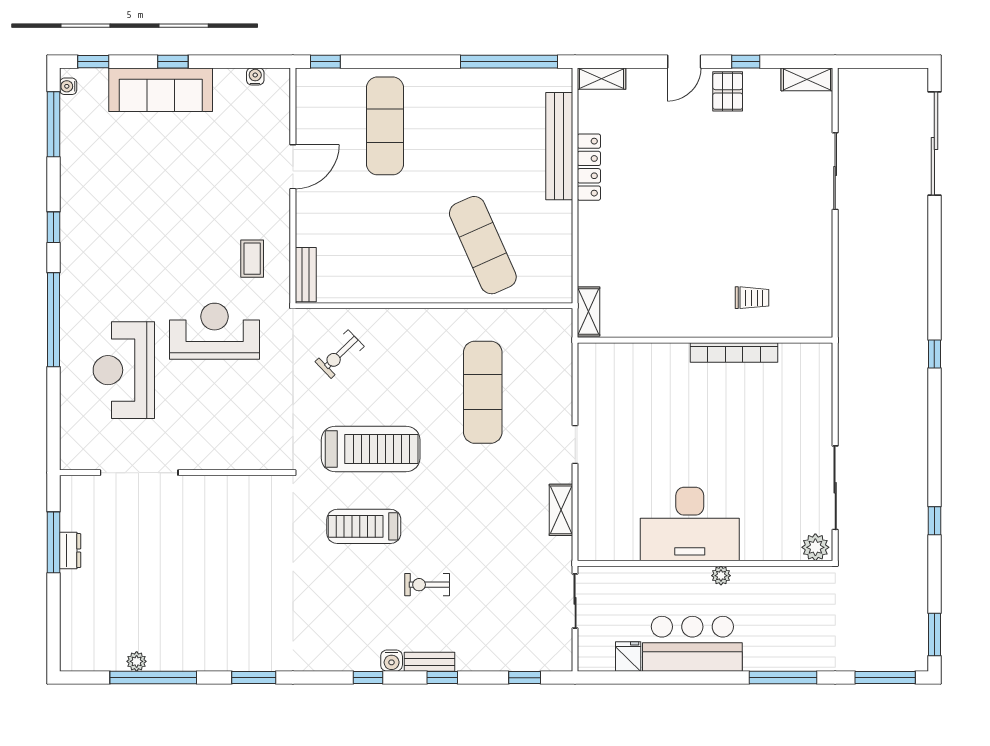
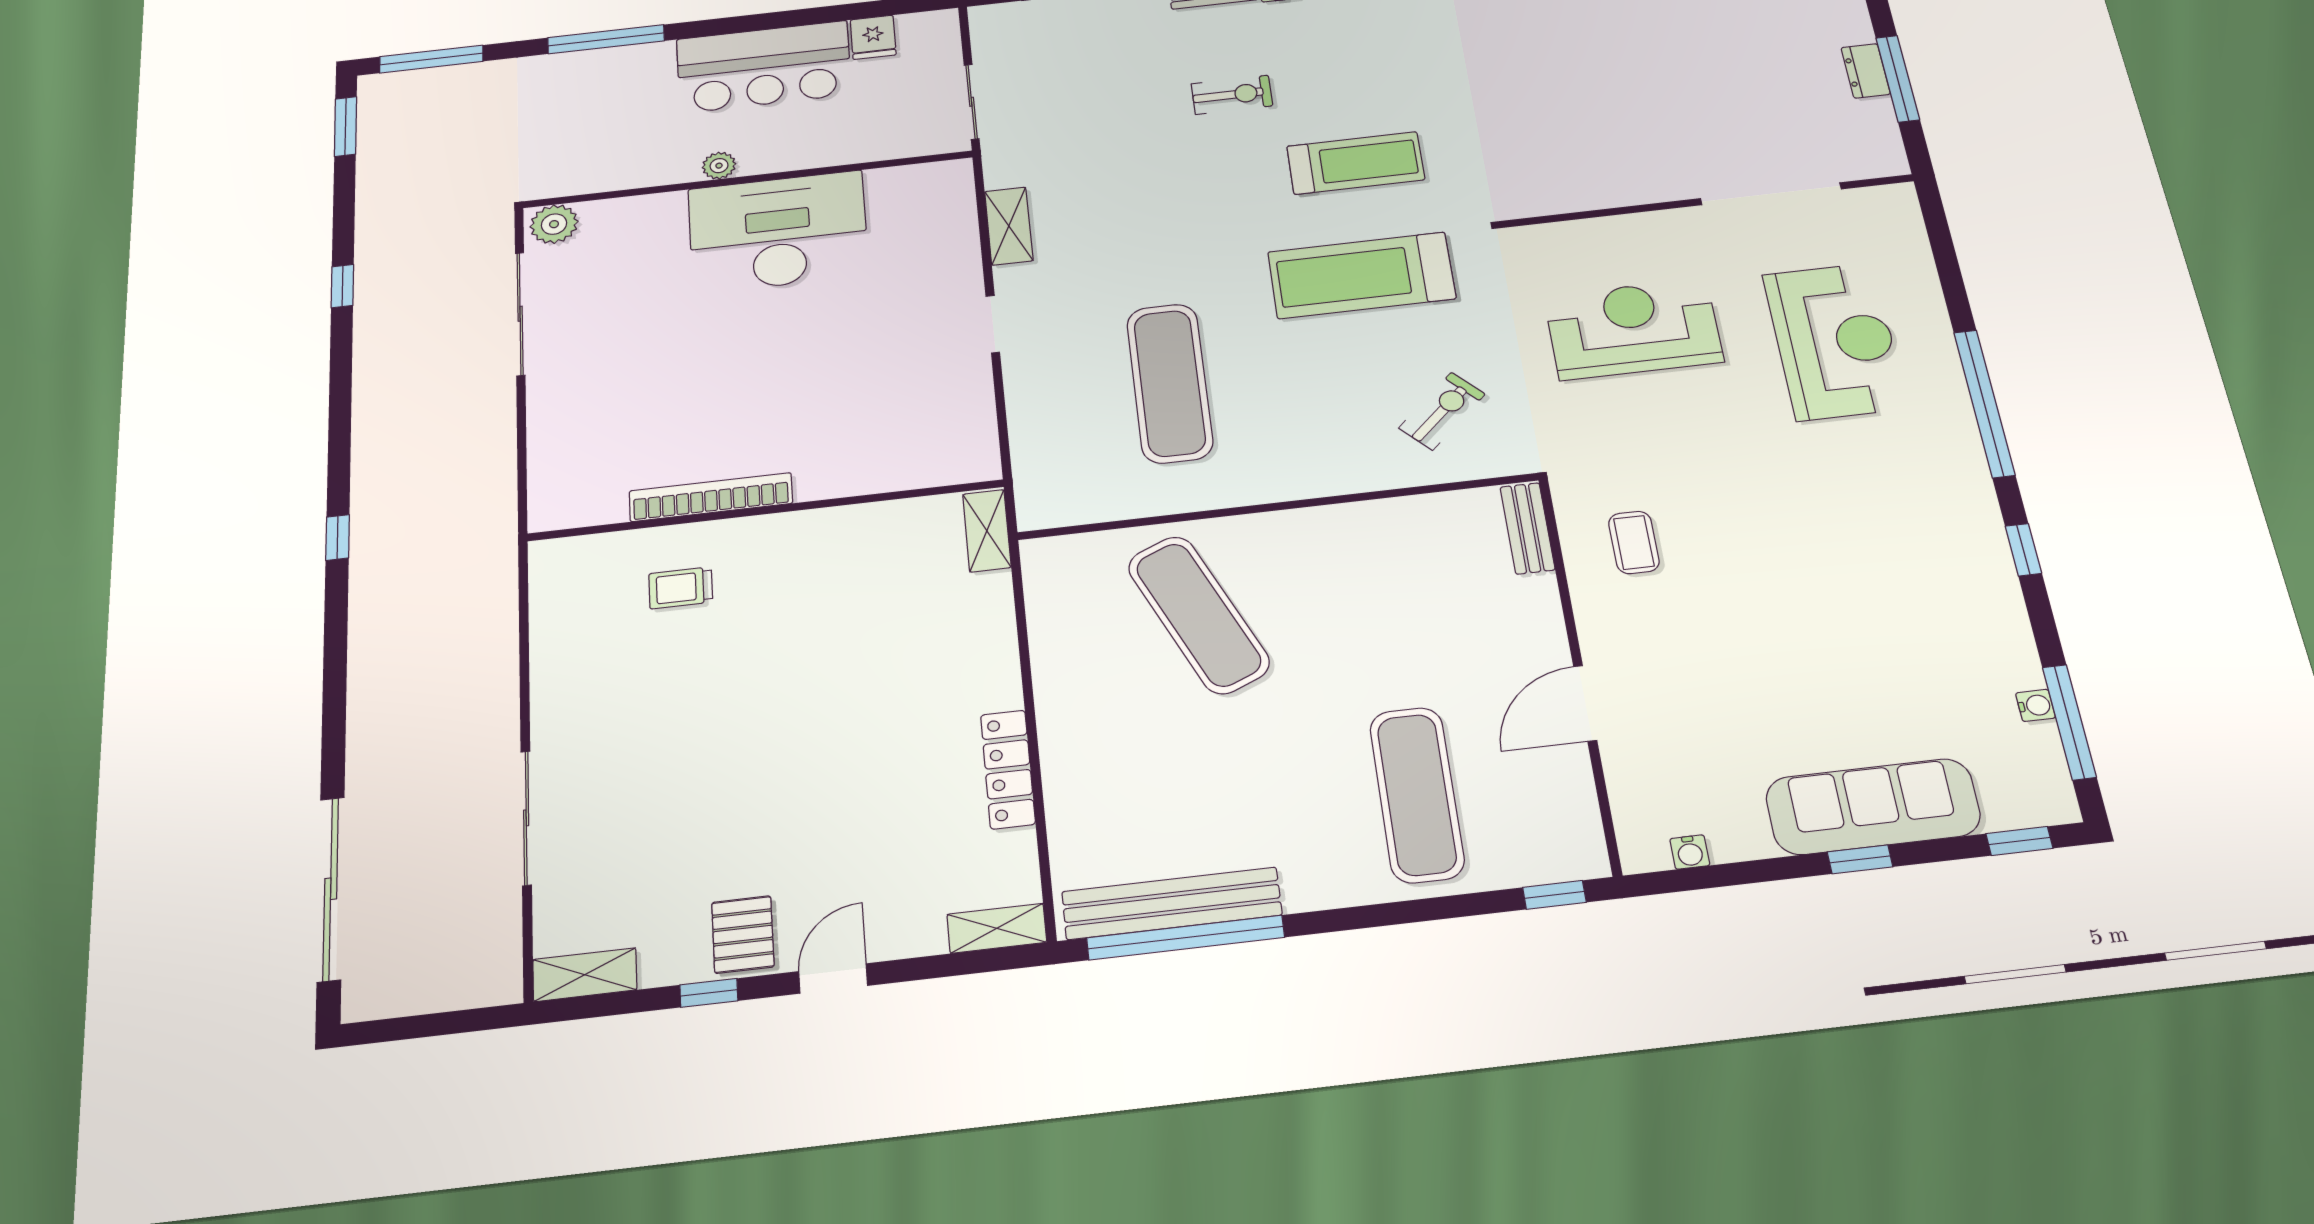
water cooler: (68, 86) -> (2035, 705), moved
bench: (559, 146) -> (1172, 903), moved, turned 90
reception desk: (215, 331) -> (1633, 329), moved, turned 180

